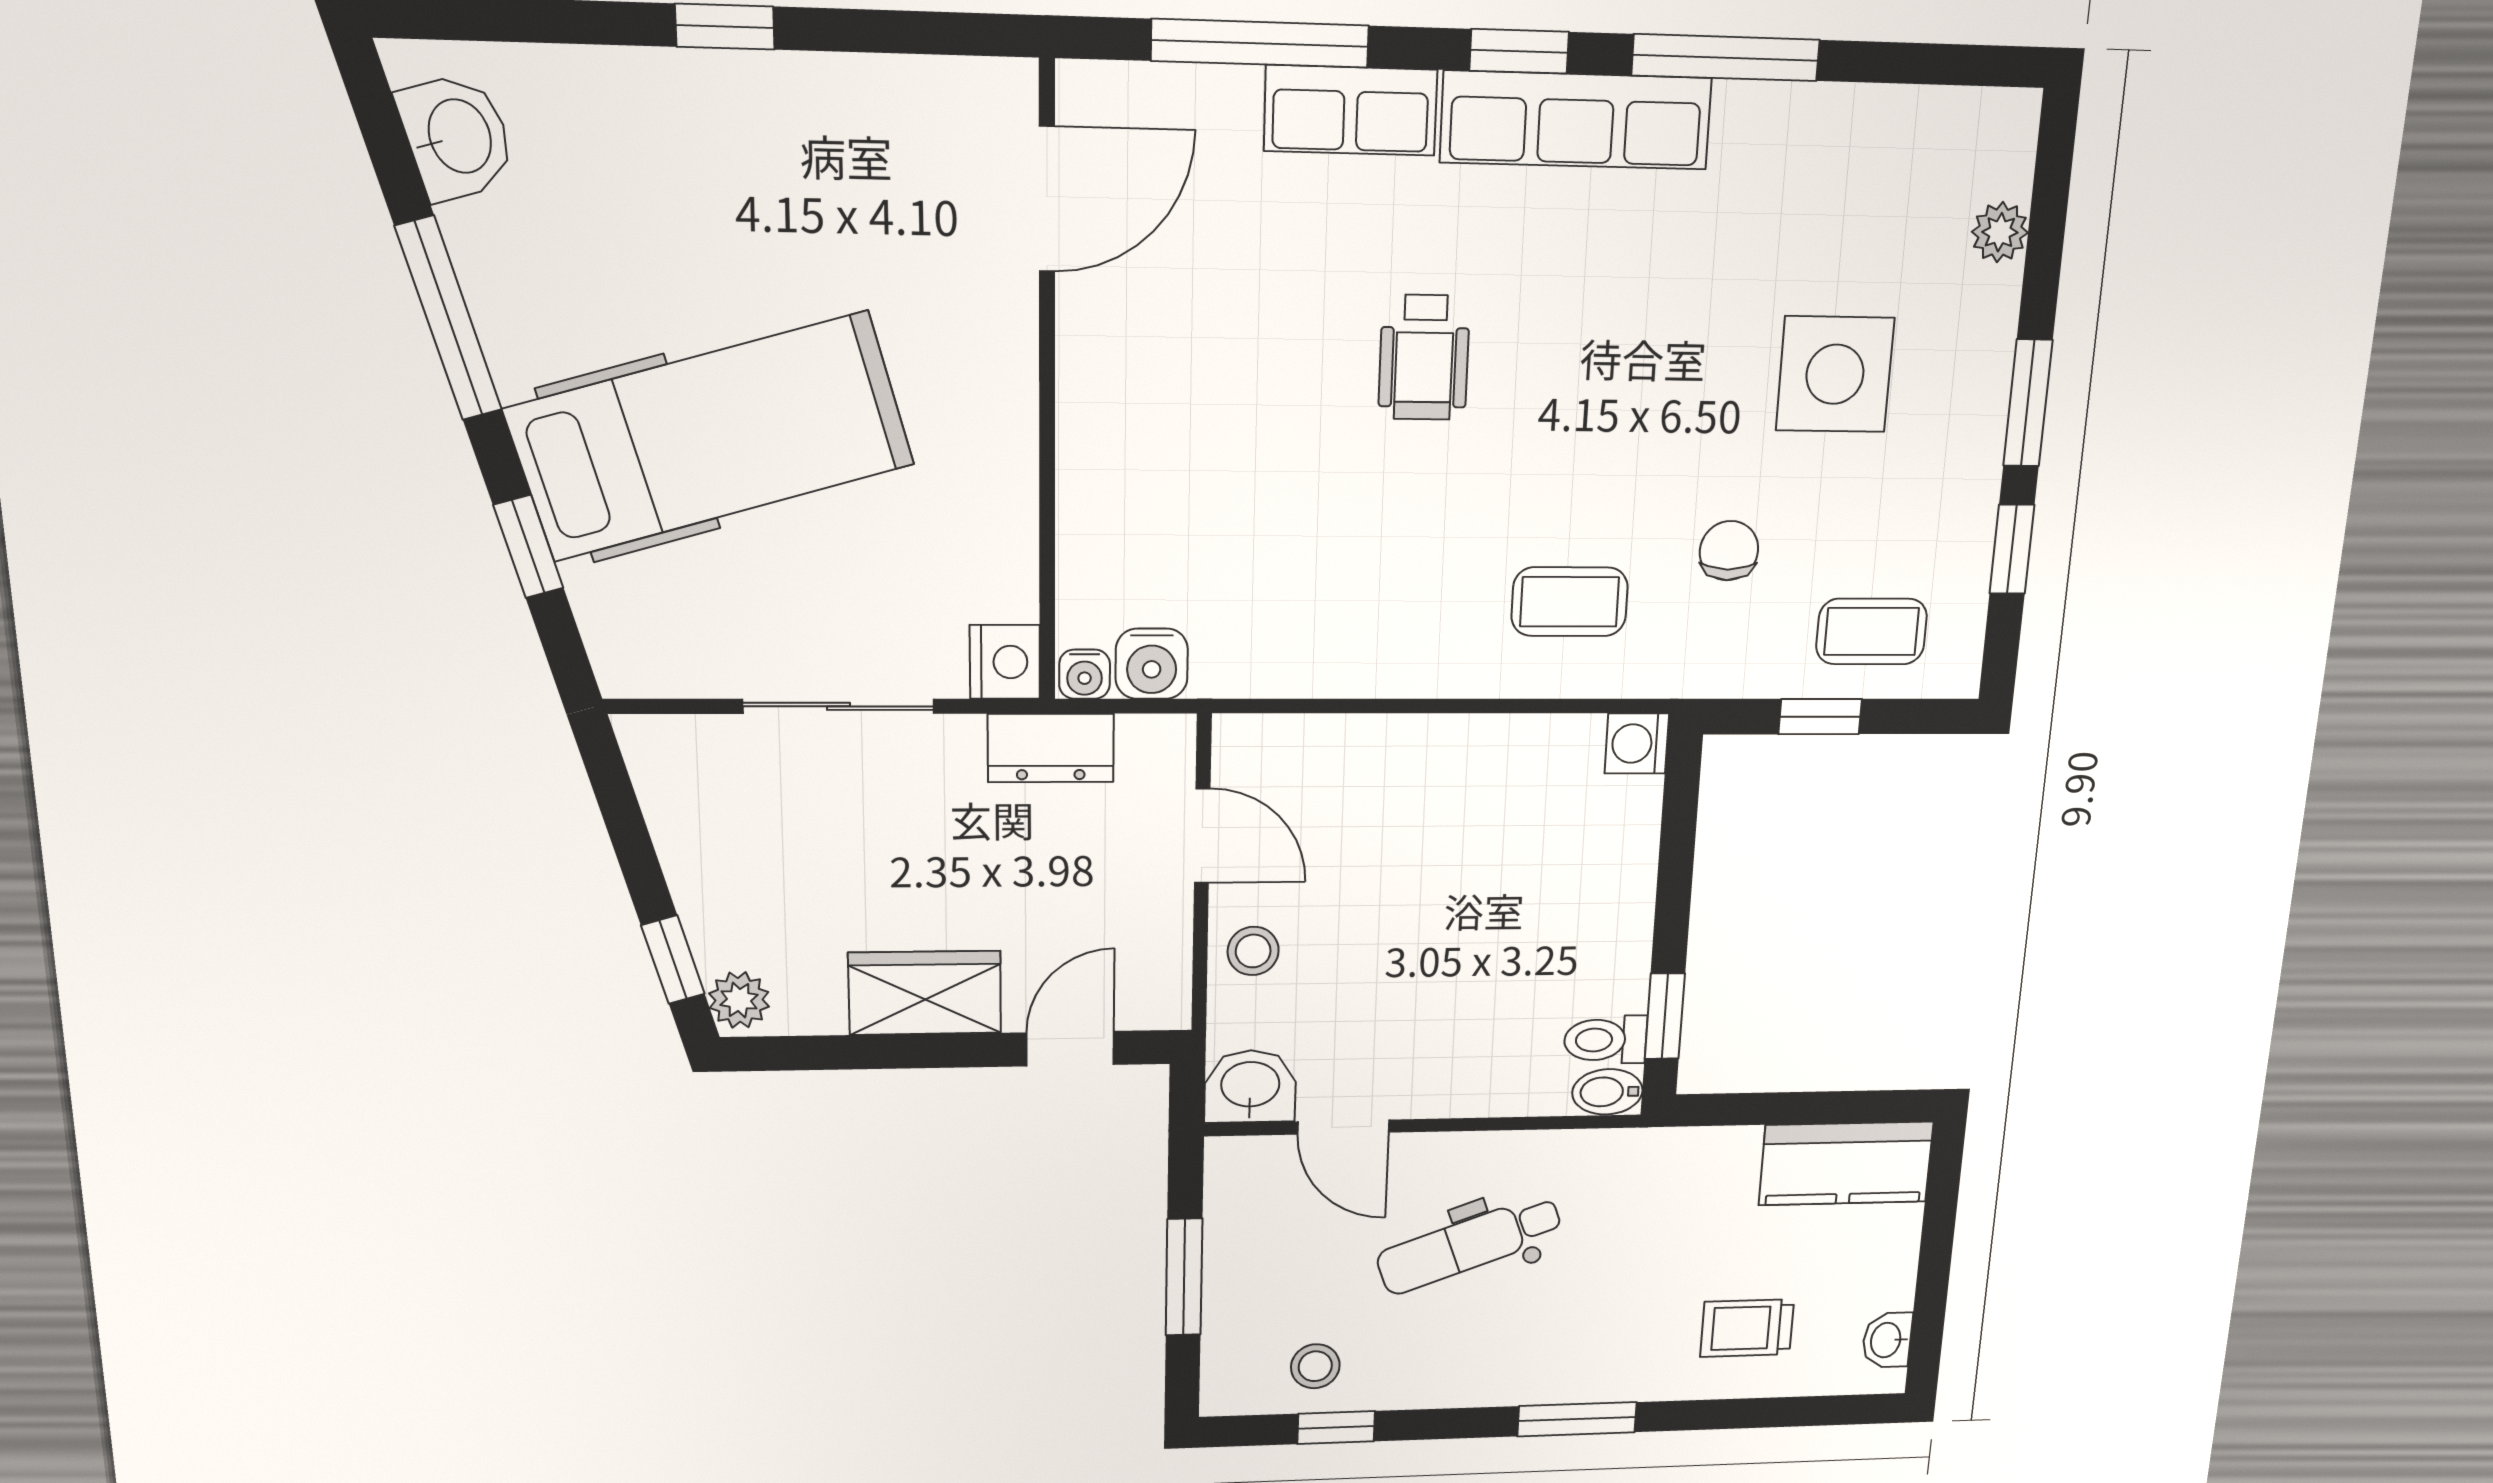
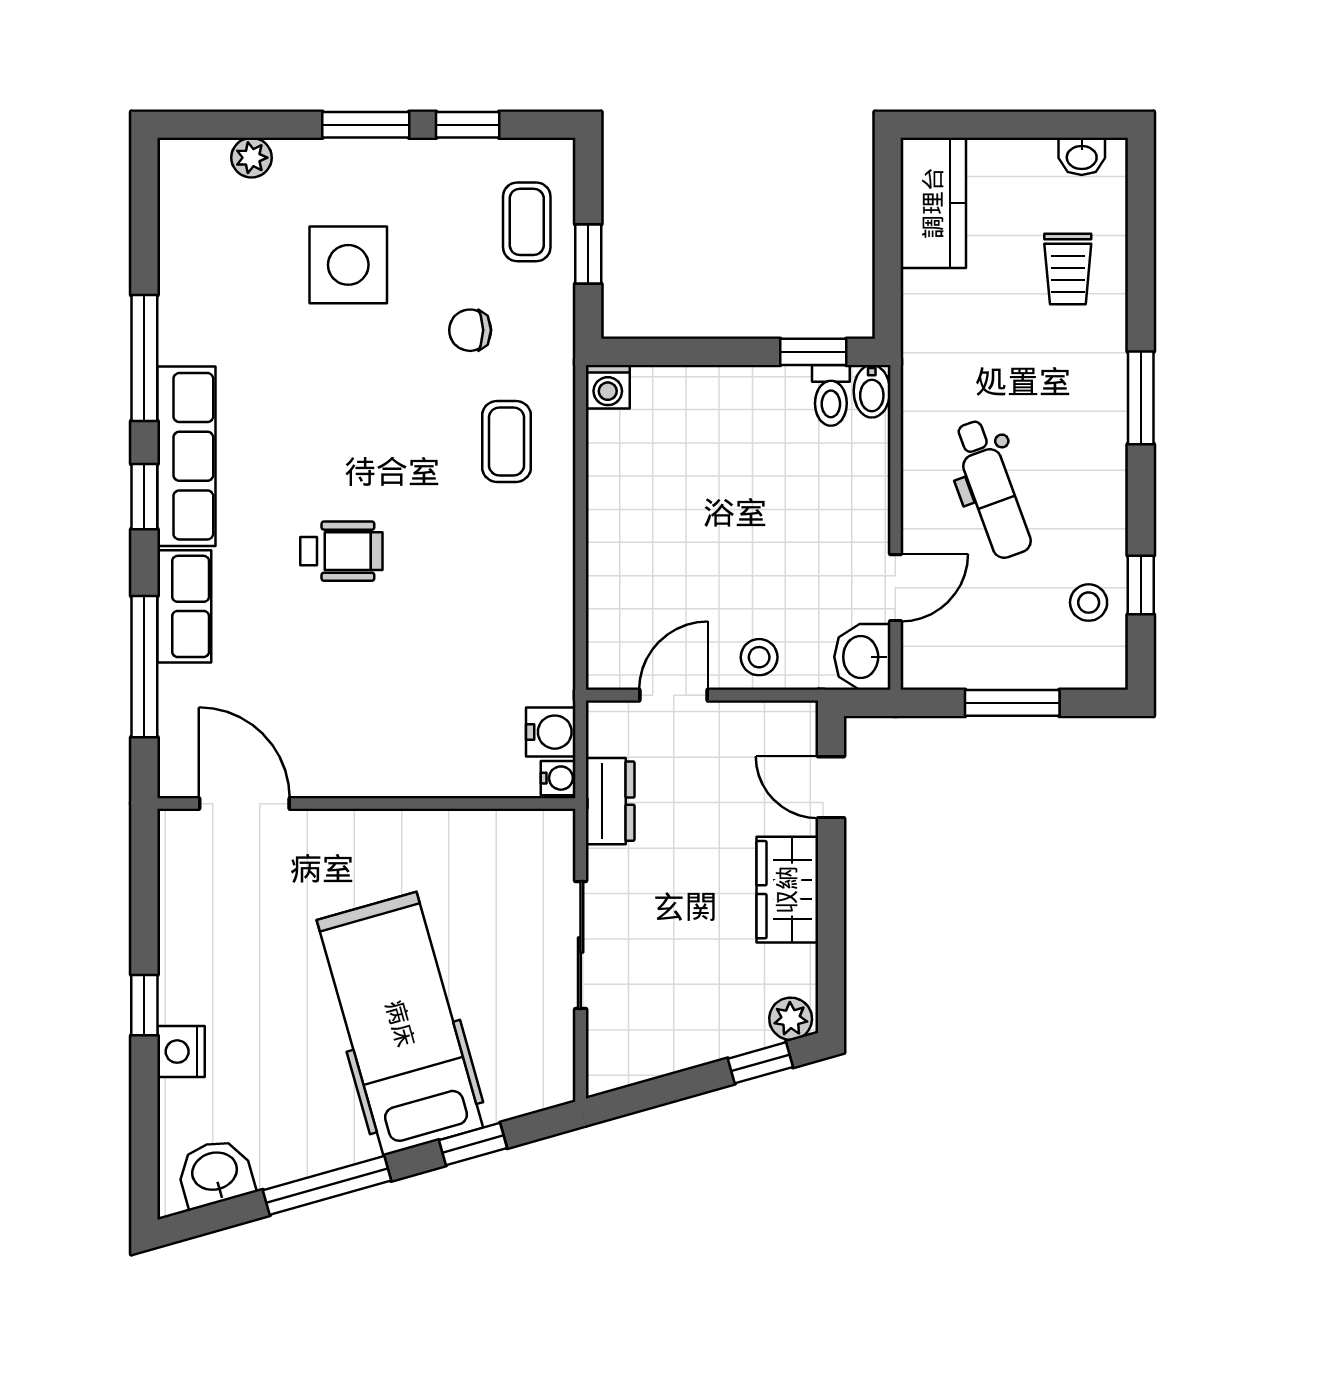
nightstand: (1005, 662) -> (181, 1052), moved, turned -90

